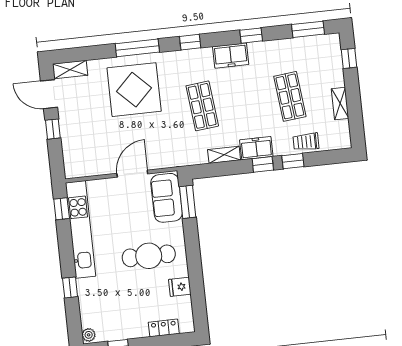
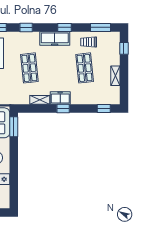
freezer: (231, 56) -> (55, 39), width x1.40
trolley: (306, 142) -> (89, 42), moved
window: (293, 161) -> (104, 109), moved

